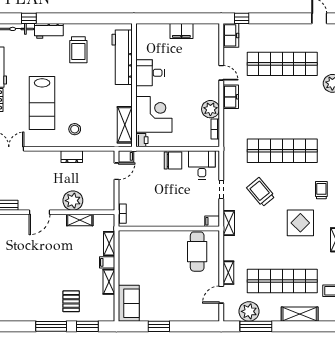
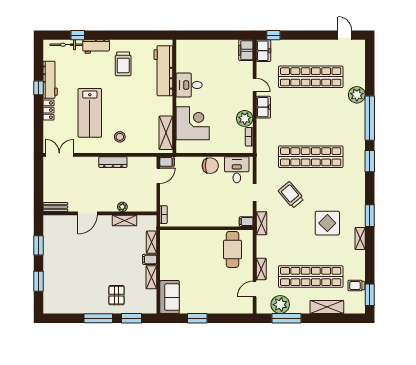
filing cabinet: (181, 31) -> (246, 50), moved, turned 90
printer: (142, 140) -> (182, 147), removed
dresser: (72, 157) -> (113, 162), width x1.44
trolley: (321, 190) -> (347, 193), removed
plant: (73, 201) -> (122, 207), width x0.53, depth x0.53

